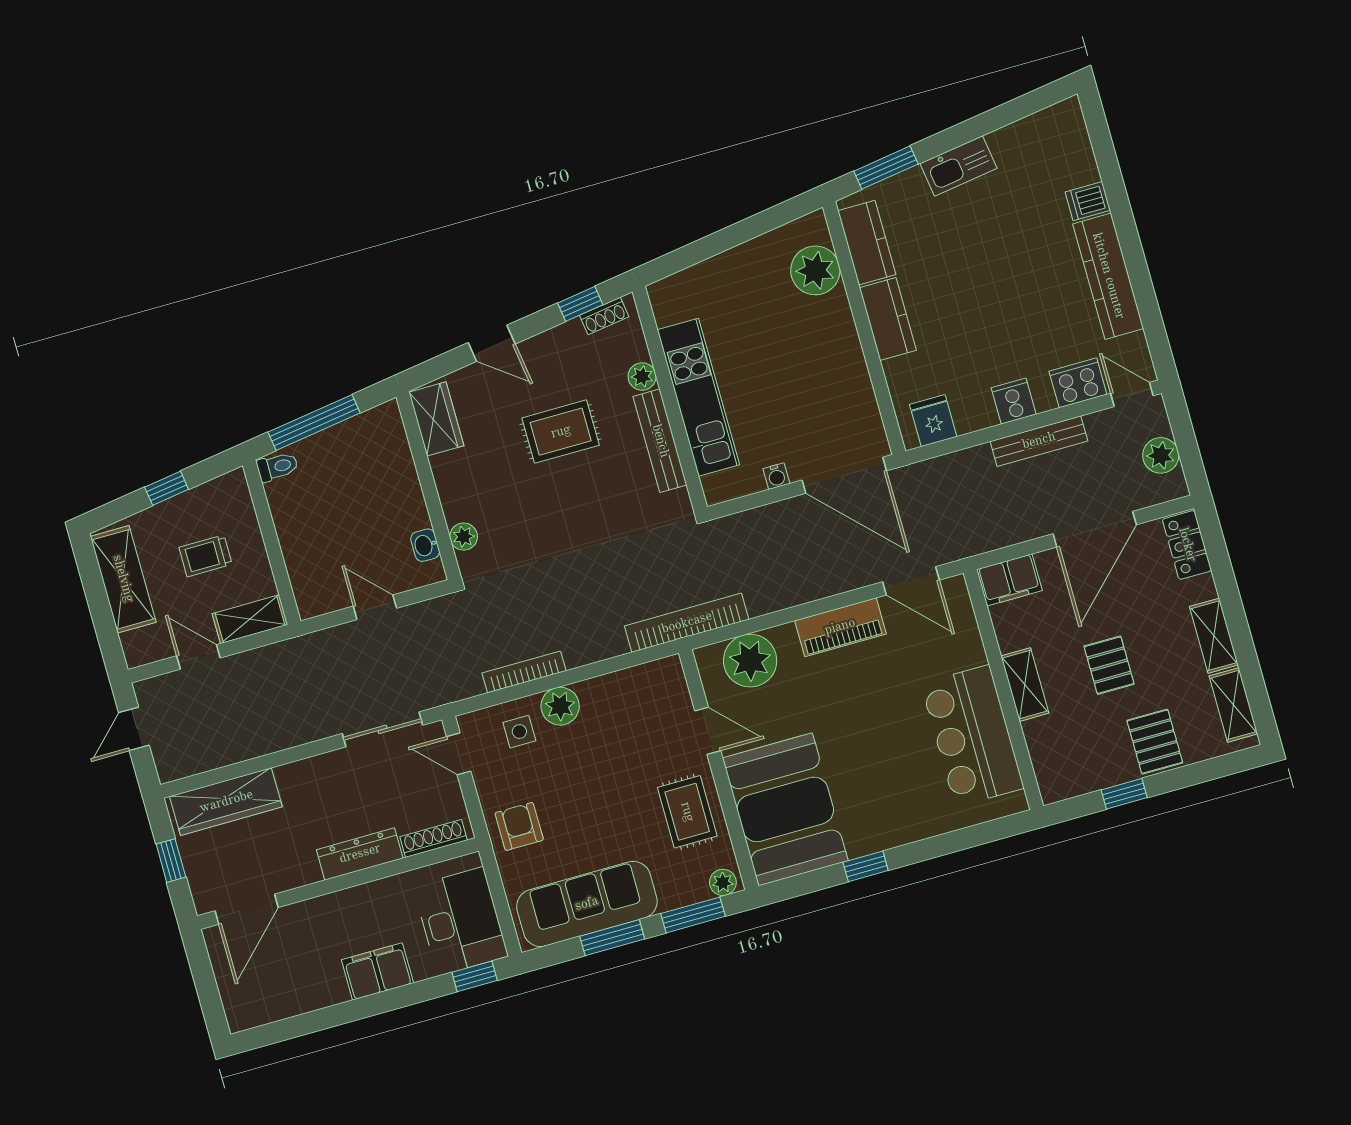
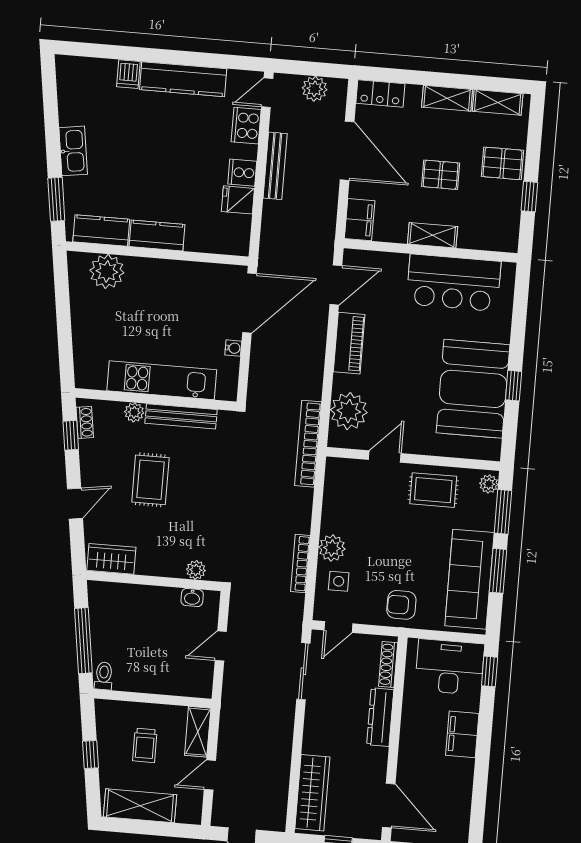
fridge: (933, 421) -> (238, 200), moved
booth: (785, 809) -> (473, 389), moved, turned 90

